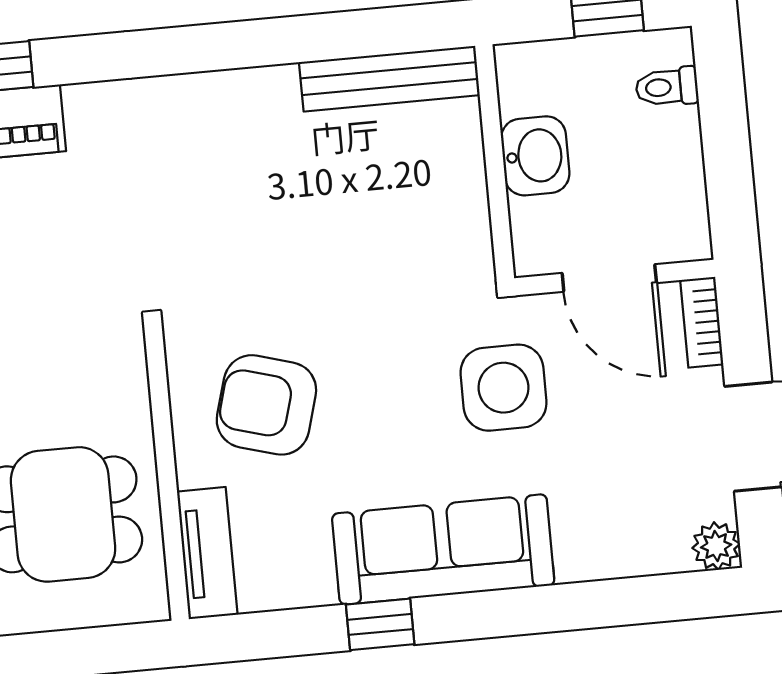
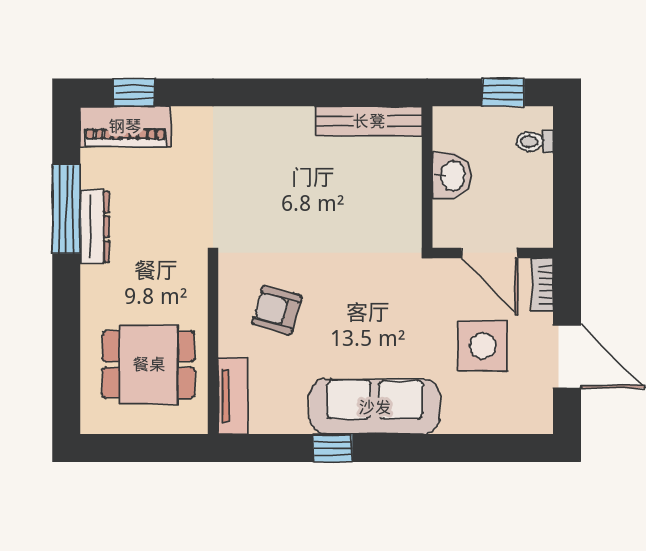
side table: (504, 388) -> (483, 346), moved
armchair: (266, 405) -> (277, 310), width x0.72, depth x0.72
plant: (716, 546) -> (539, 420), removed

